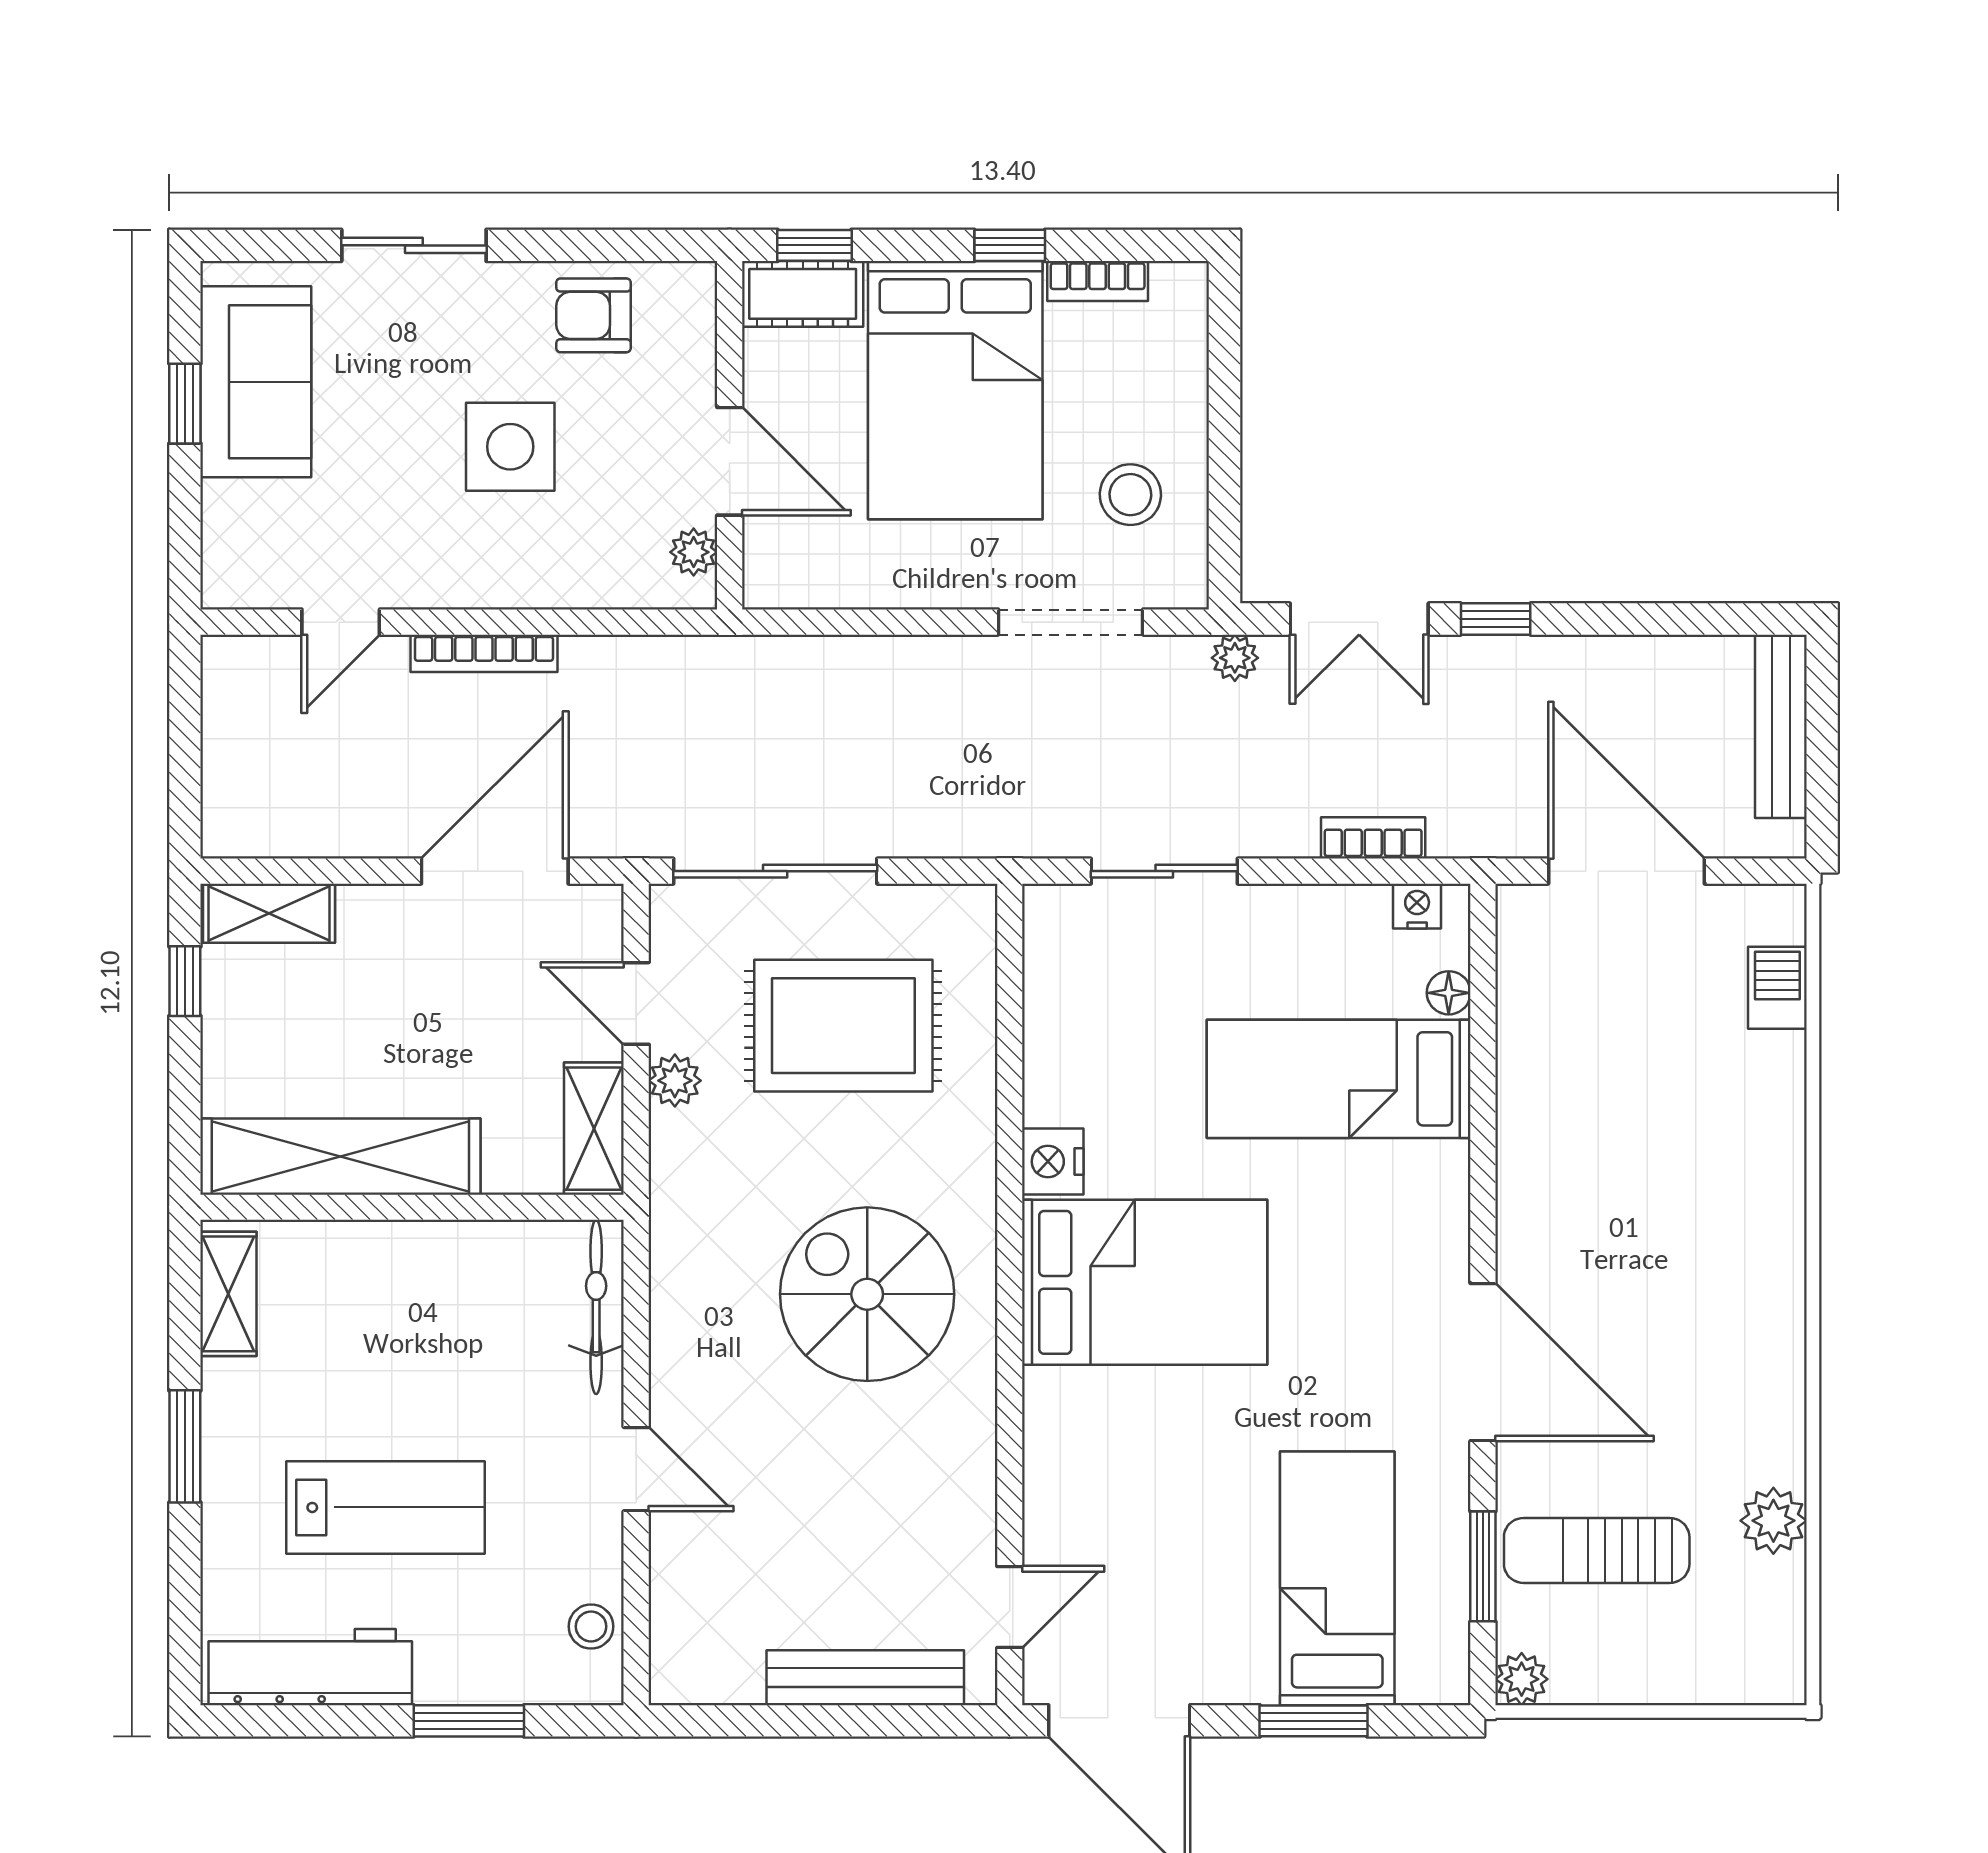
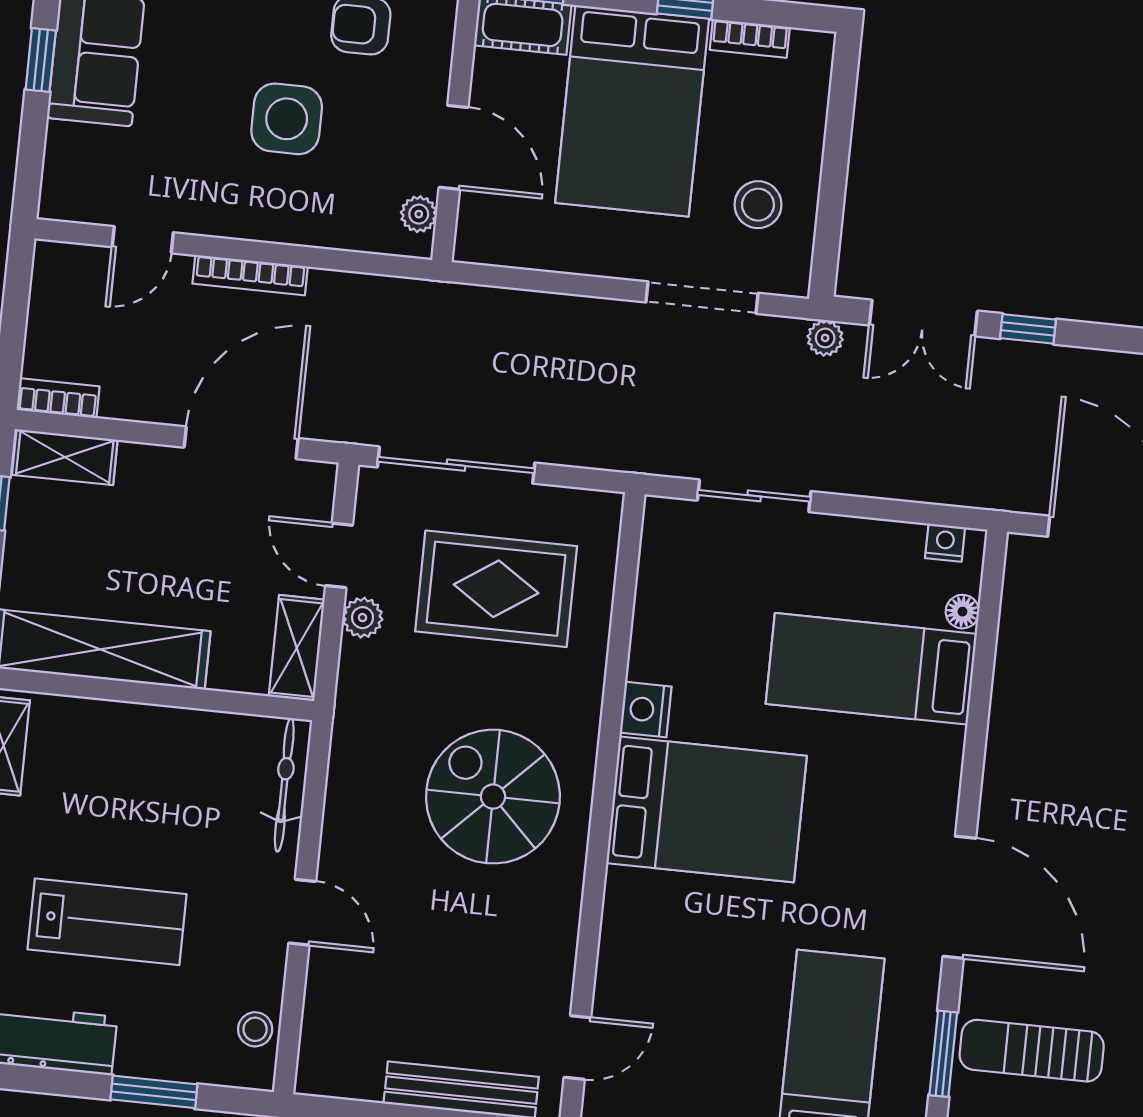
bookcase: (1373, 838) -> (58, 398), moved

